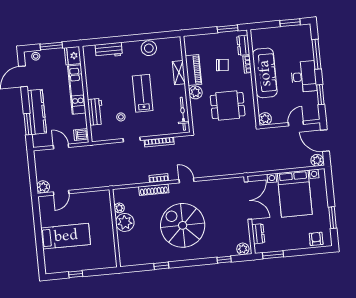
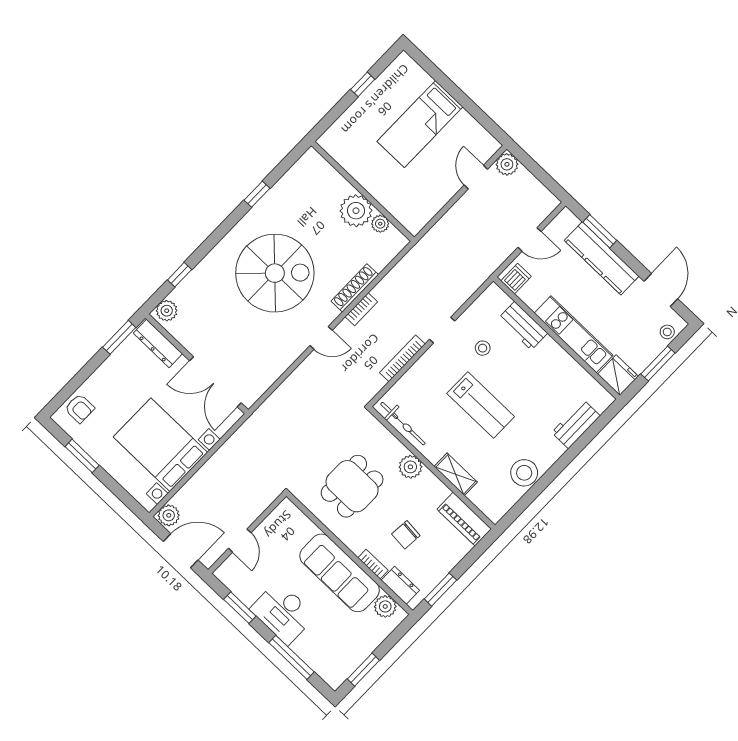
piano: (193, 70) -> (464, 519), moved
plant: (265, 119) -> (385, 606), moved
dresser: (258, 234) -> (158, 343), width x1.44

